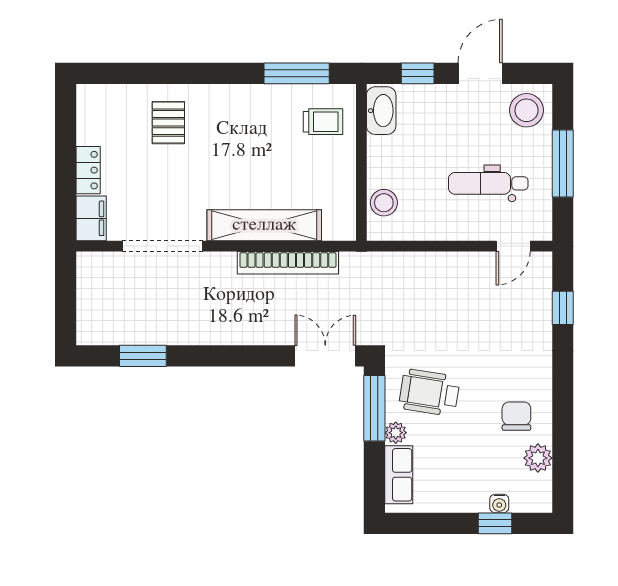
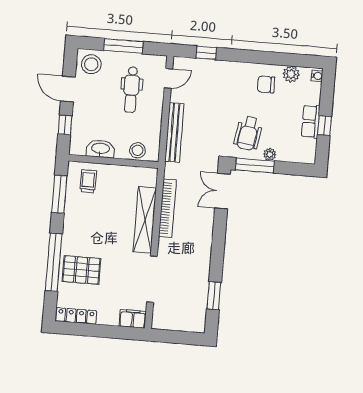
window: (178, 73) -> (54, 262), added
washbasin: (381, 111) -> (100, 149), moved
pallet: (168, 123) -> (81, 270), width x1.50, depth x1.42
locker: (88, 170) -> (76, 316), moved, width x1.53
door: (513, 246) -> (168, 78), hinge flipped
bench: (420, 264) -> (174, 132), added
row of seats: (399, 475) -> (311, 121), moved, turned -90
water cooler: (499, 503) -> (317, 76), moved
window: (495, 523) -> (324, 126), moved

